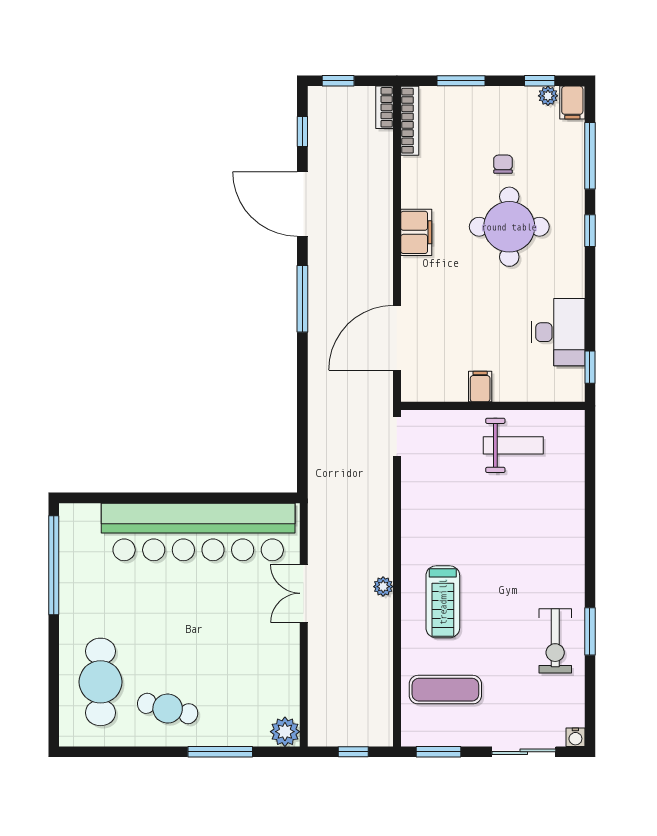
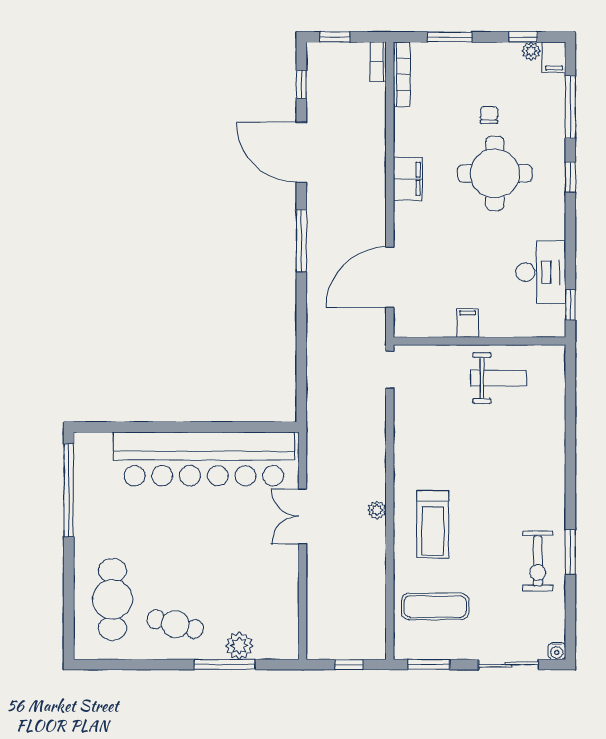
plant: (285, 732) -> (239, 646), moved

